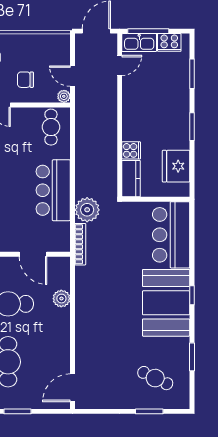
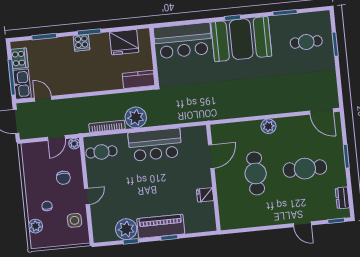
cooker: (131, 150) -> (81, 43), moved, turned 180
plant: (87, 210) -> (136, 117), moved
bookcase: (80, 244) -> (107, 126), moved
plant: (61, 299) -> (268, 126), moved
cafe table: (155, 378) -> (306, 42), turned 64

